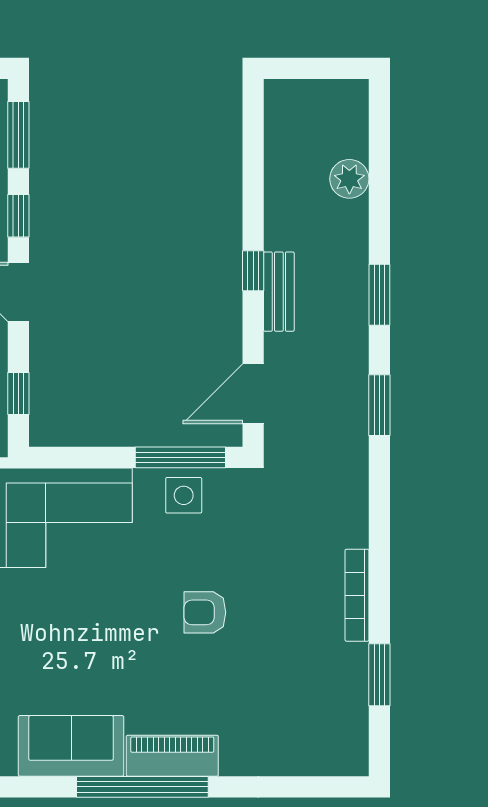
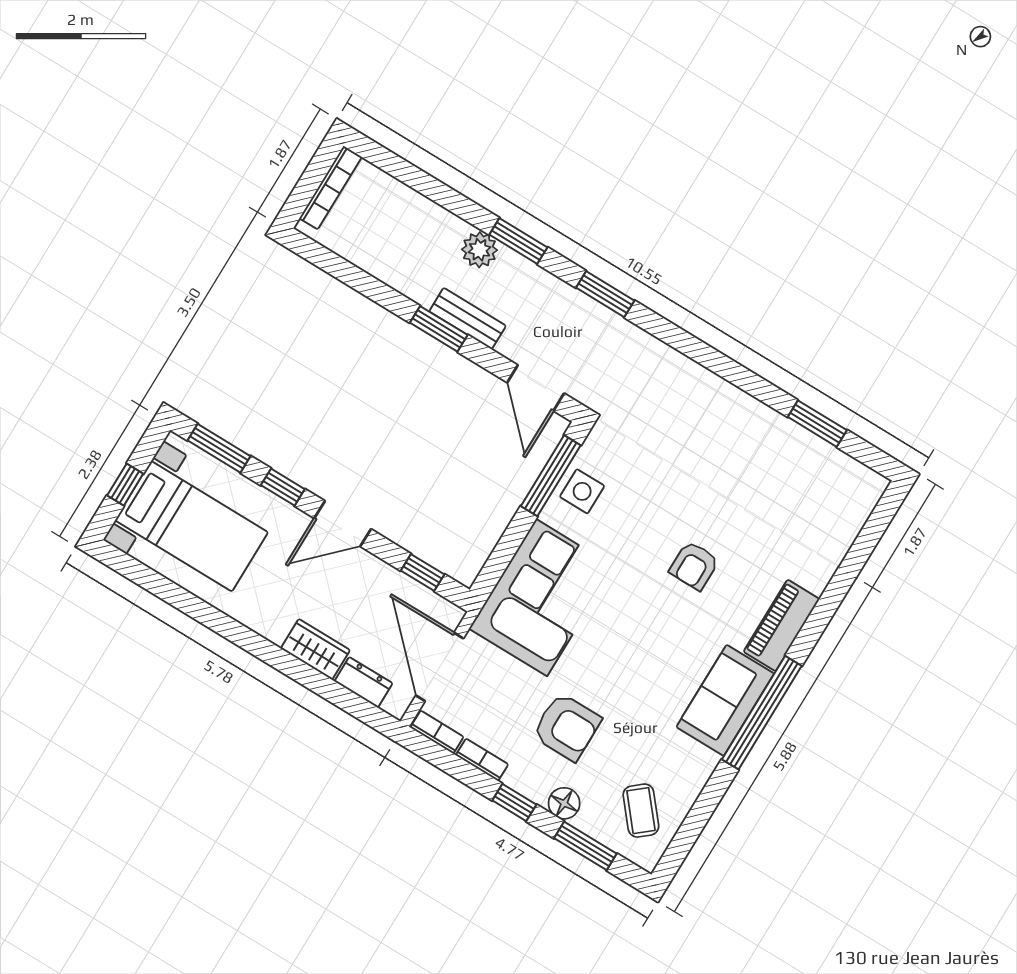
plant: (349, 179) -> (479, 250), moved
window: (253, 271) -> (439, 329), width x1.50
bookcase: (357, 595) -> (331, 188), moved, turned -90
armchair: (205, 612) -> (694, 566), moved
window: (142, 787) -> (762, 713), moved

